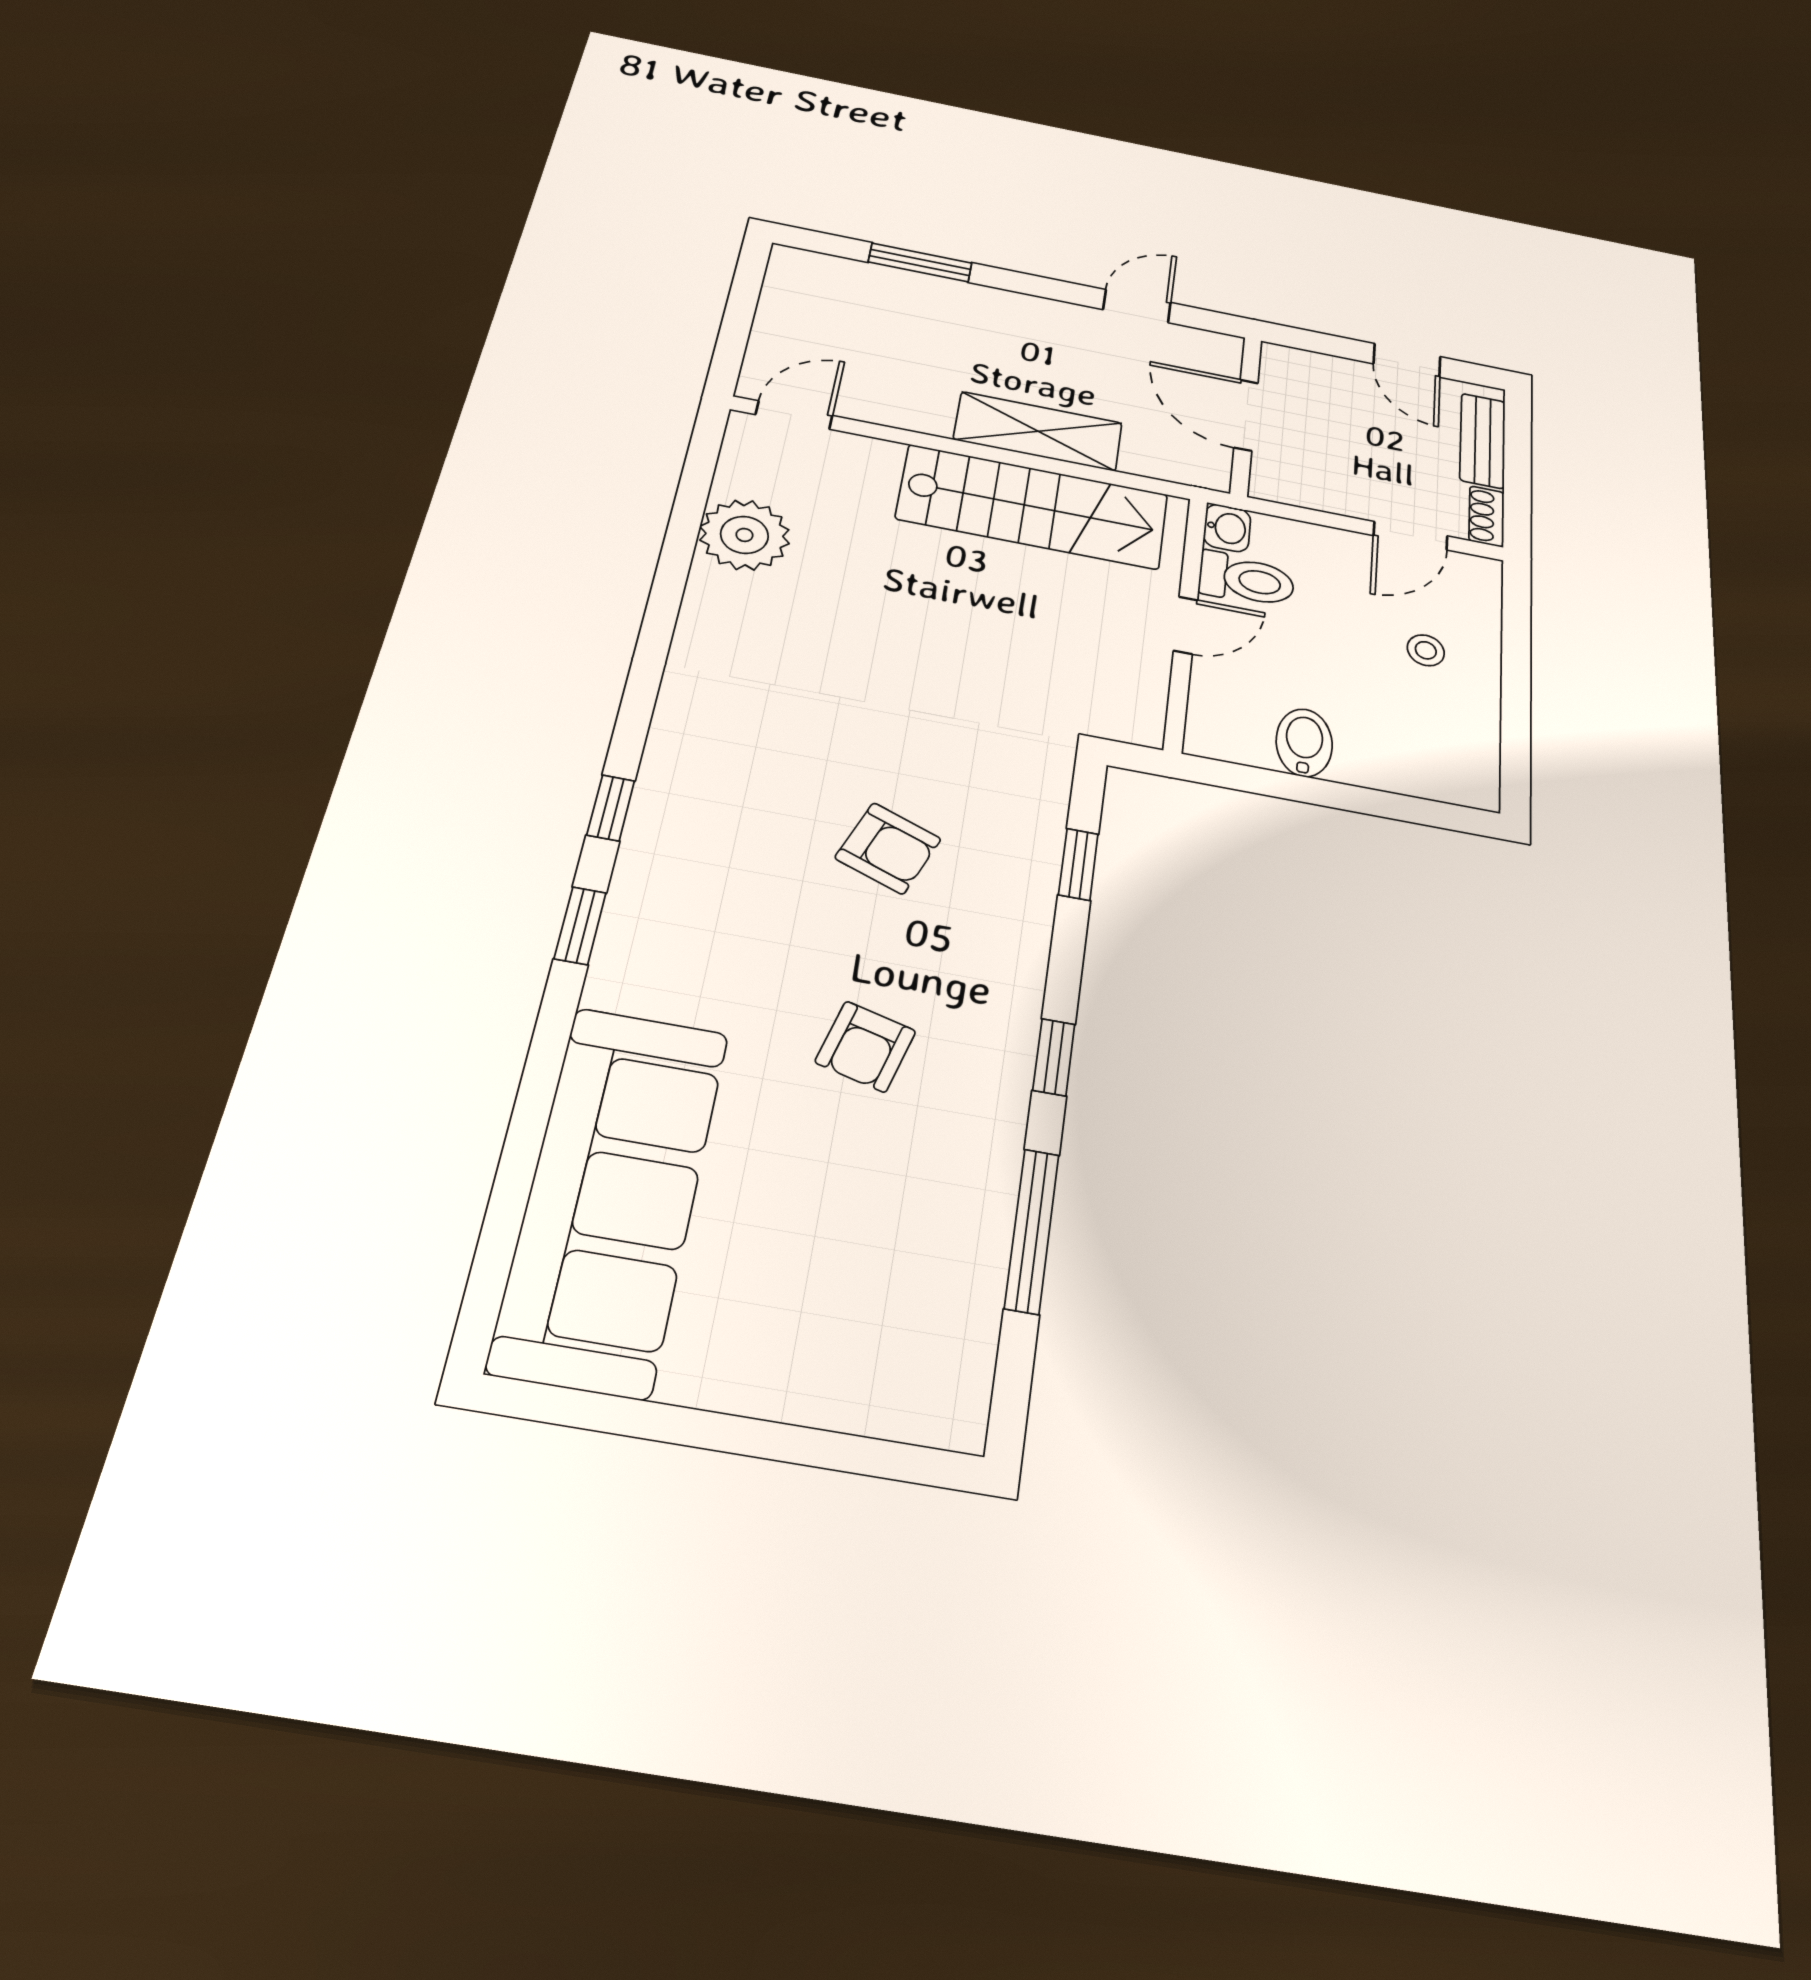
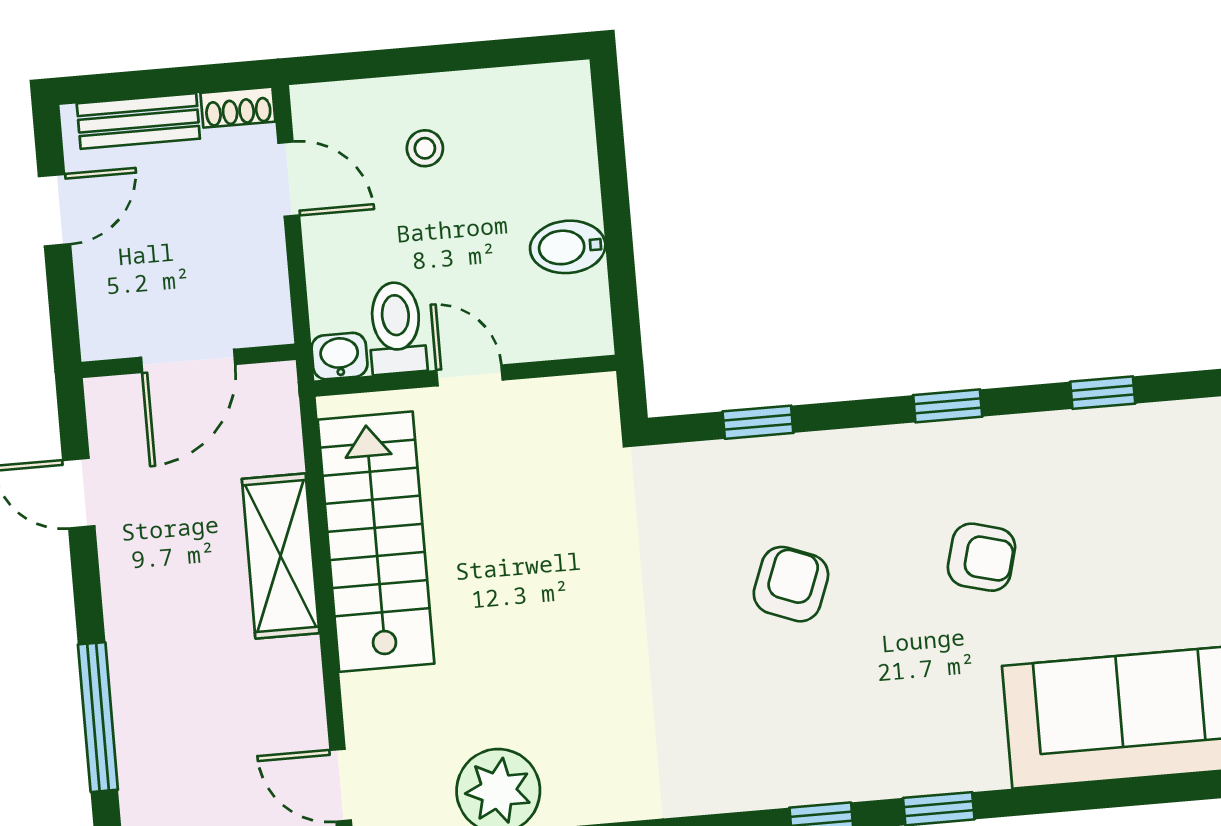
window: (920, 262) -> (98, 717), width x1.44
window: (1032, 1231) -> (1103, 393), width x0.46

